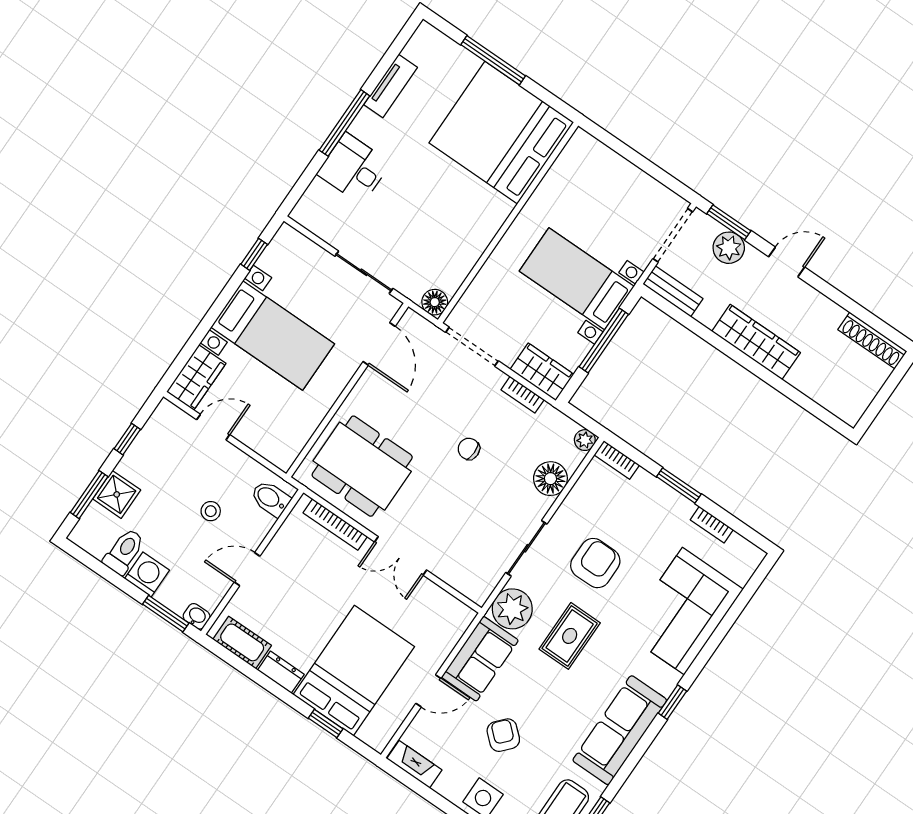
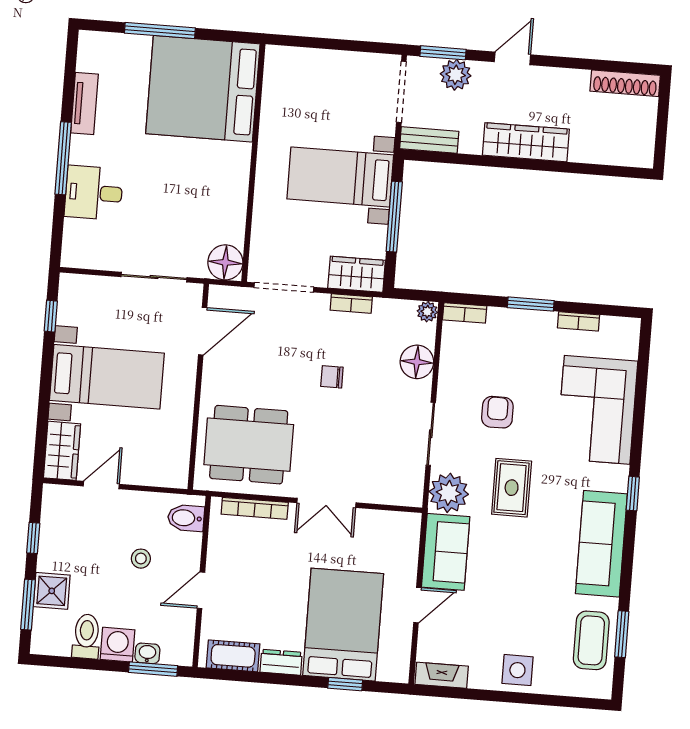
floor lamp: (435, 302) -> (225, 262), width x1.38, depth x1.38
door: (379, 344) -> (203, 331), hinge flipped
armchair: (595, 563) -> (497, 412), width x0.72, depth x0.72
washbasin: (197, 616) -> (147, 653), moved
armchair: (503, 735) -> (504, 606), removed

